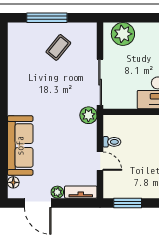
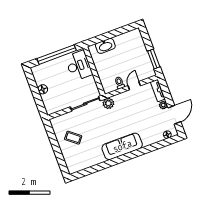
window: (47, 18) -> (57, 151), removed
floor lamp: (143, 30) -> (43, 89), added
plant: (123, 34) -> (50, 101), removed
sofa: (20, 146) -> (122, 146), moved

